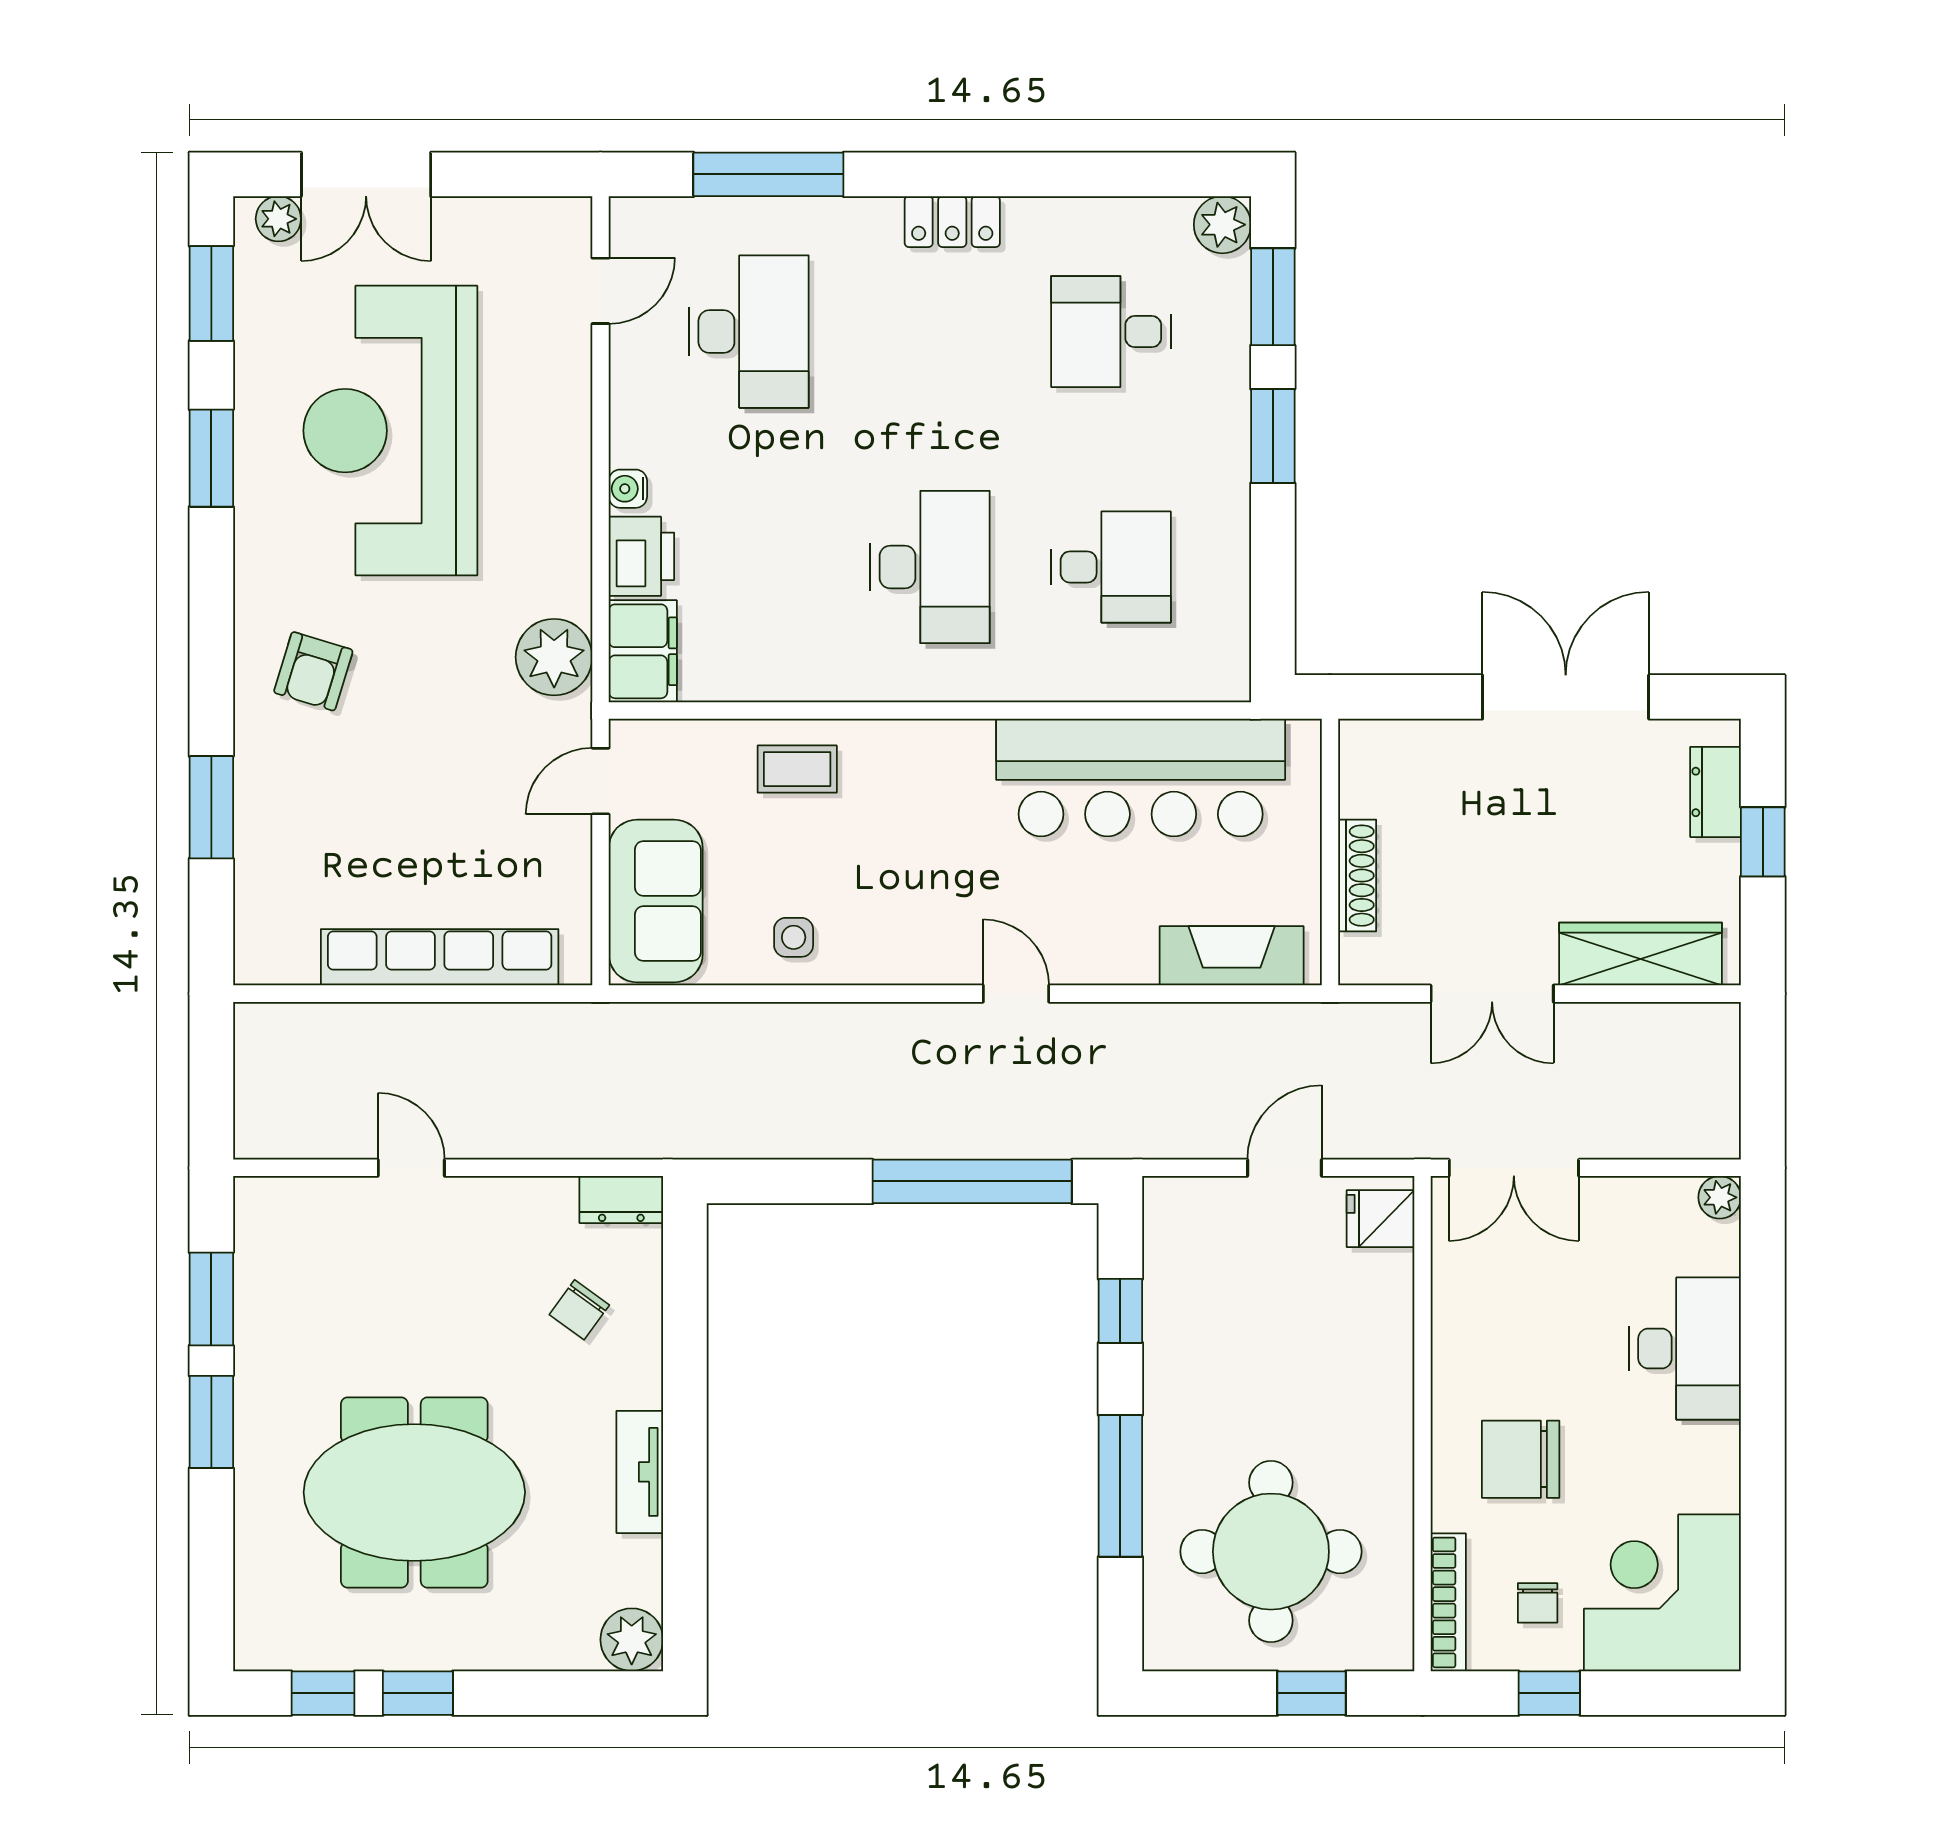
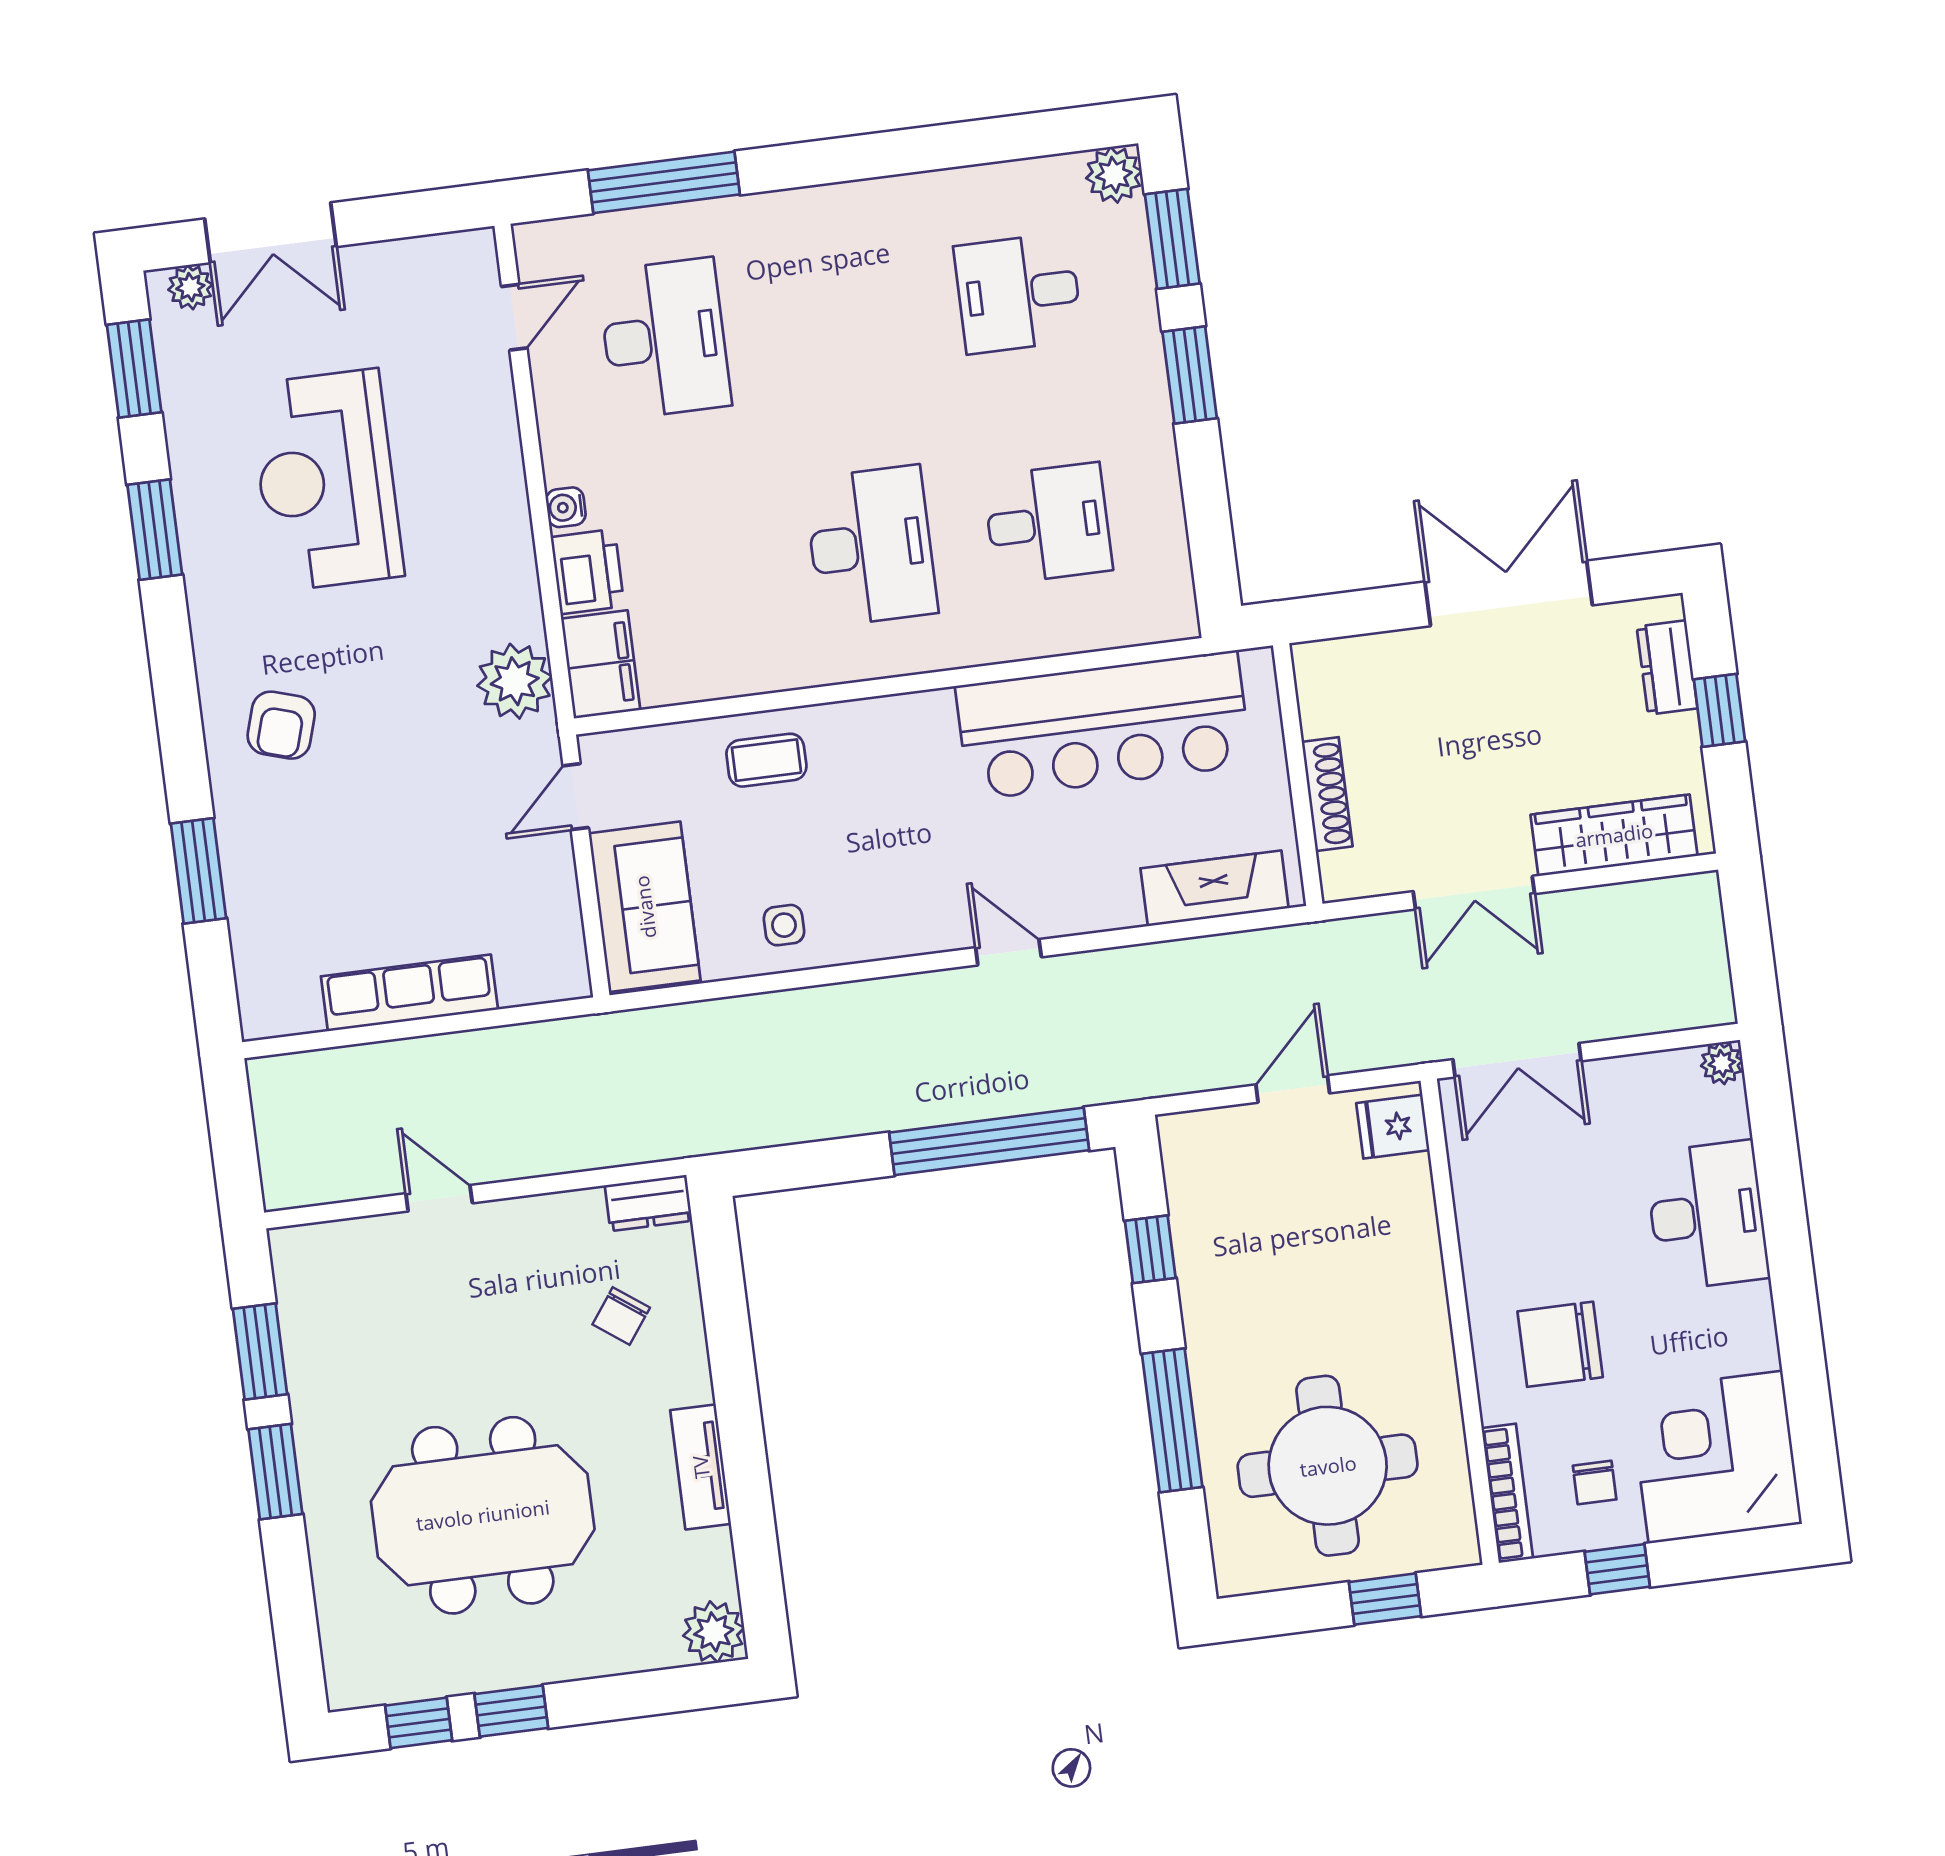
locker: (952, 222) -> (849, 206), removed
reception desk: (390, 431) -> (326, 480), width x0.74, depth x0.77
row of seats: (440, 957) -> (409, 993), width x0.73

